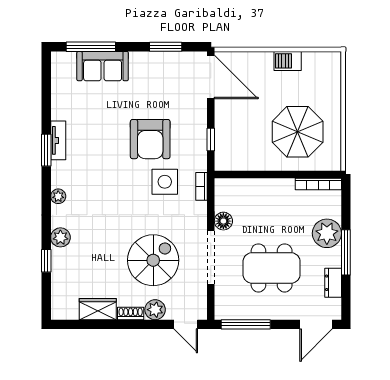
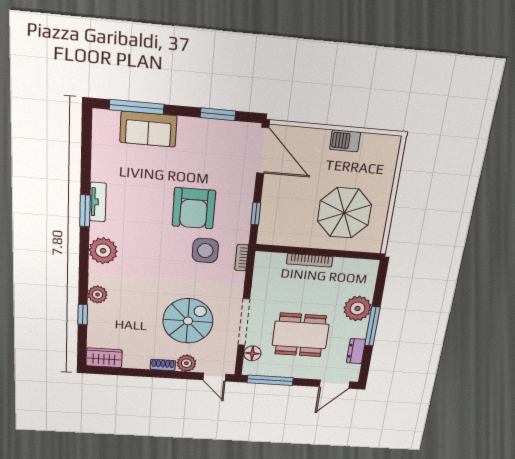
bookcase: (318, 184) -> (310, 260), moved
plant: (58, 196) -> (103, 251), width x1.88, depth x1.88
floor lamp: (223, 221) -> (252, 353), moved
wardrobe: (98, 309) -> (104, 358), moved

